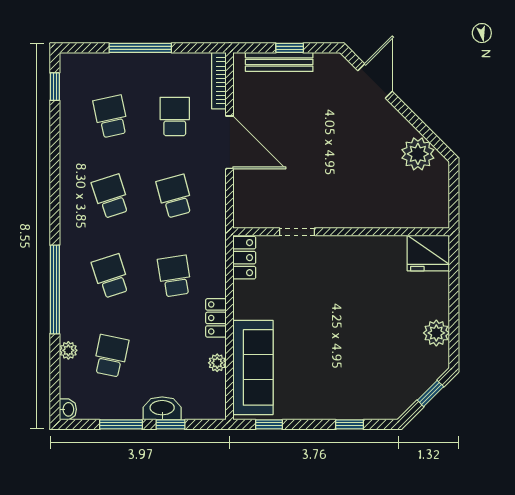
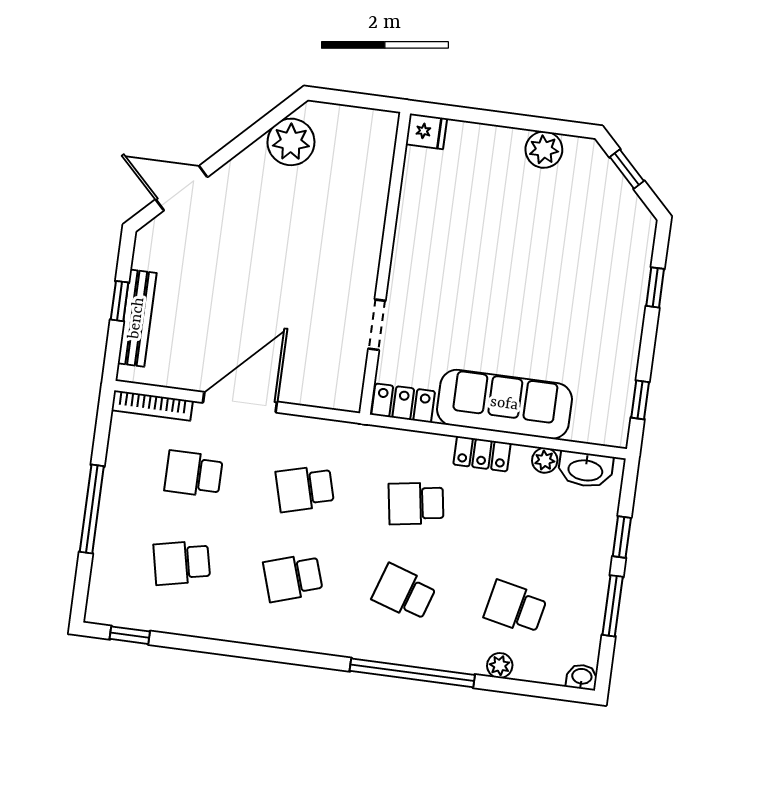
fridge: (428, 253) -> (426, 131), width x0.53, depth x0.75
school desk: (111, 276) -> (404, 592), turned 36
sofa: (253, 367) -> (504, 404), moved
washbasin: (162, 408) -> (586, 469), moved, turned -90

